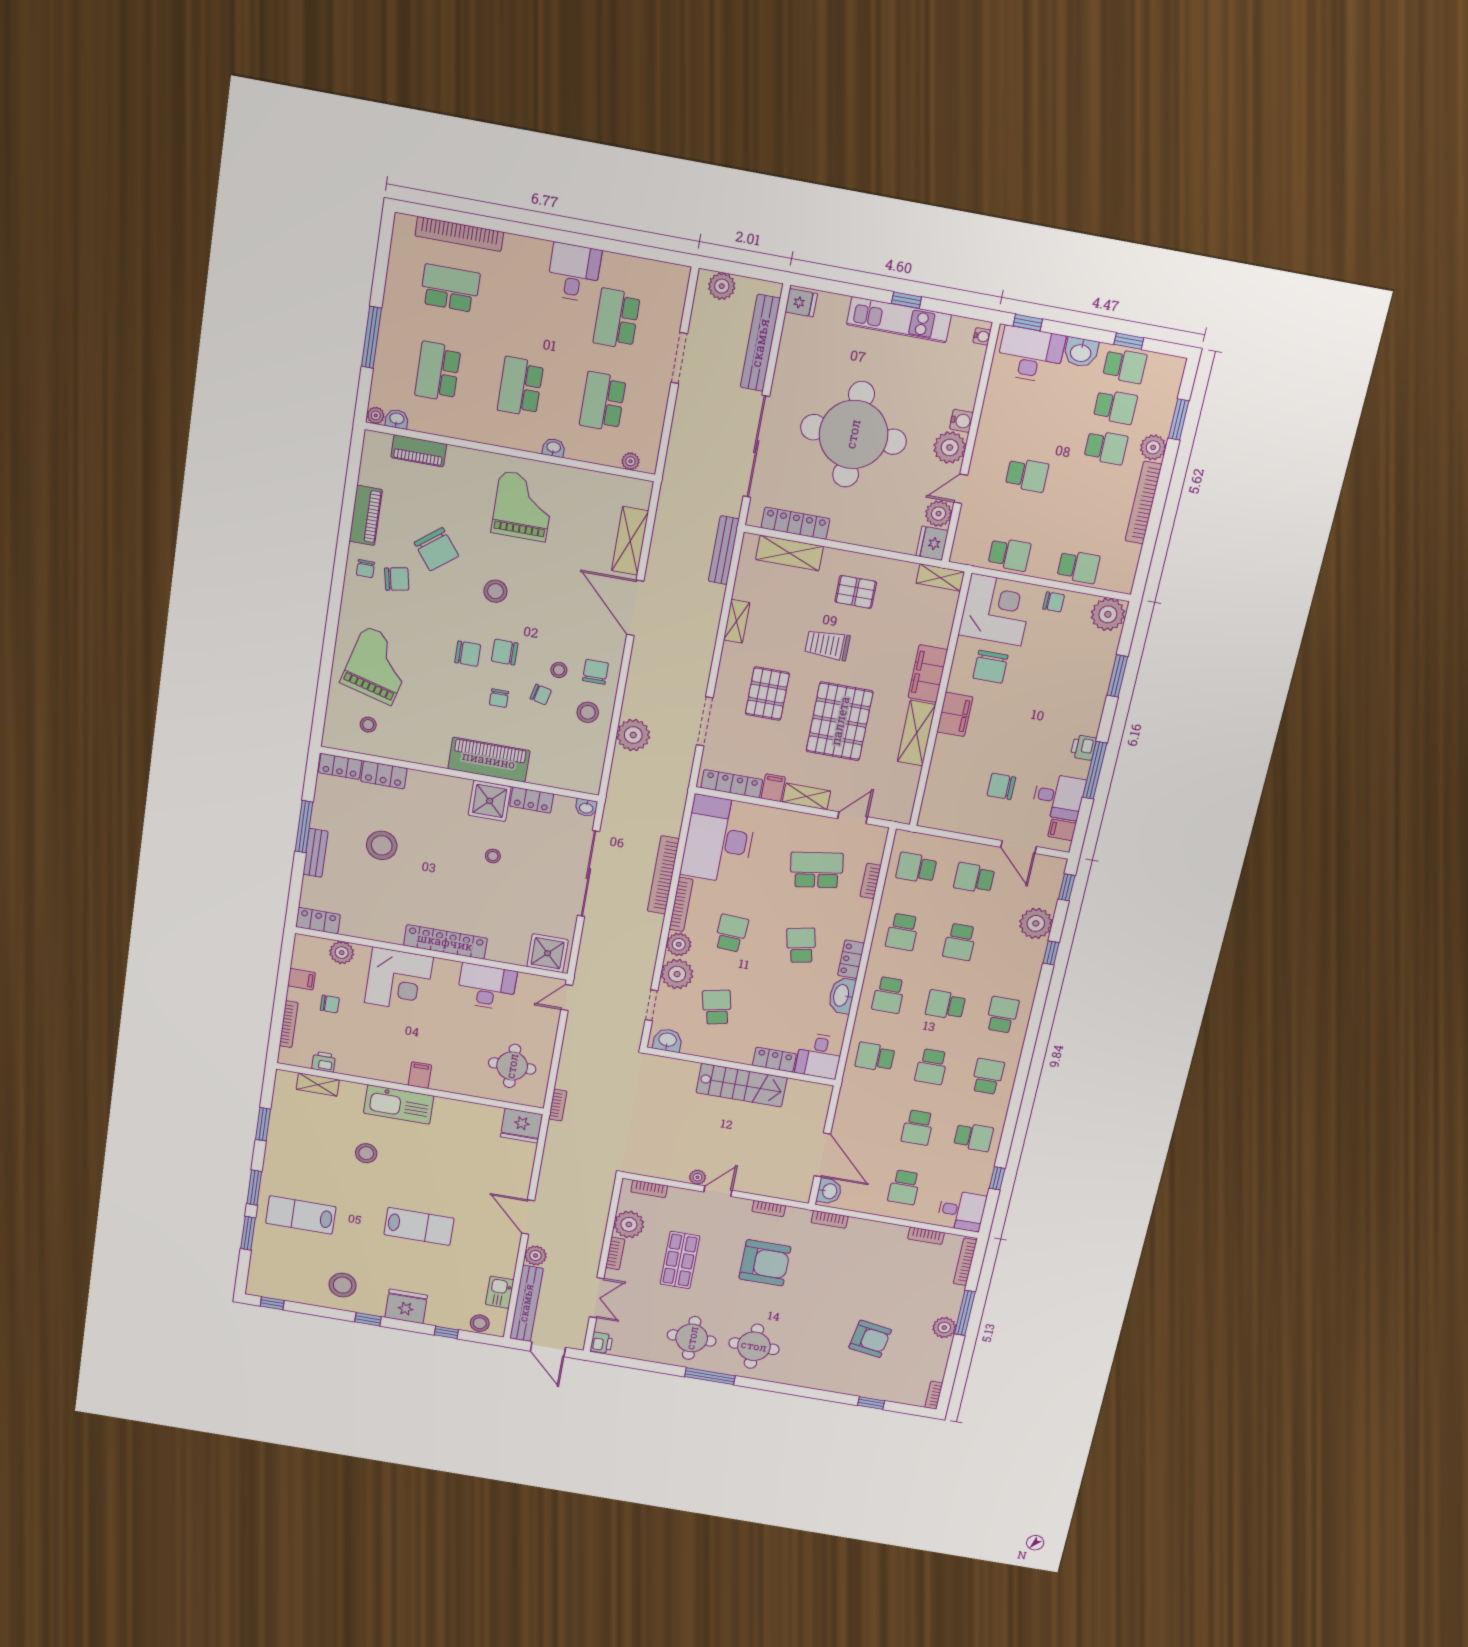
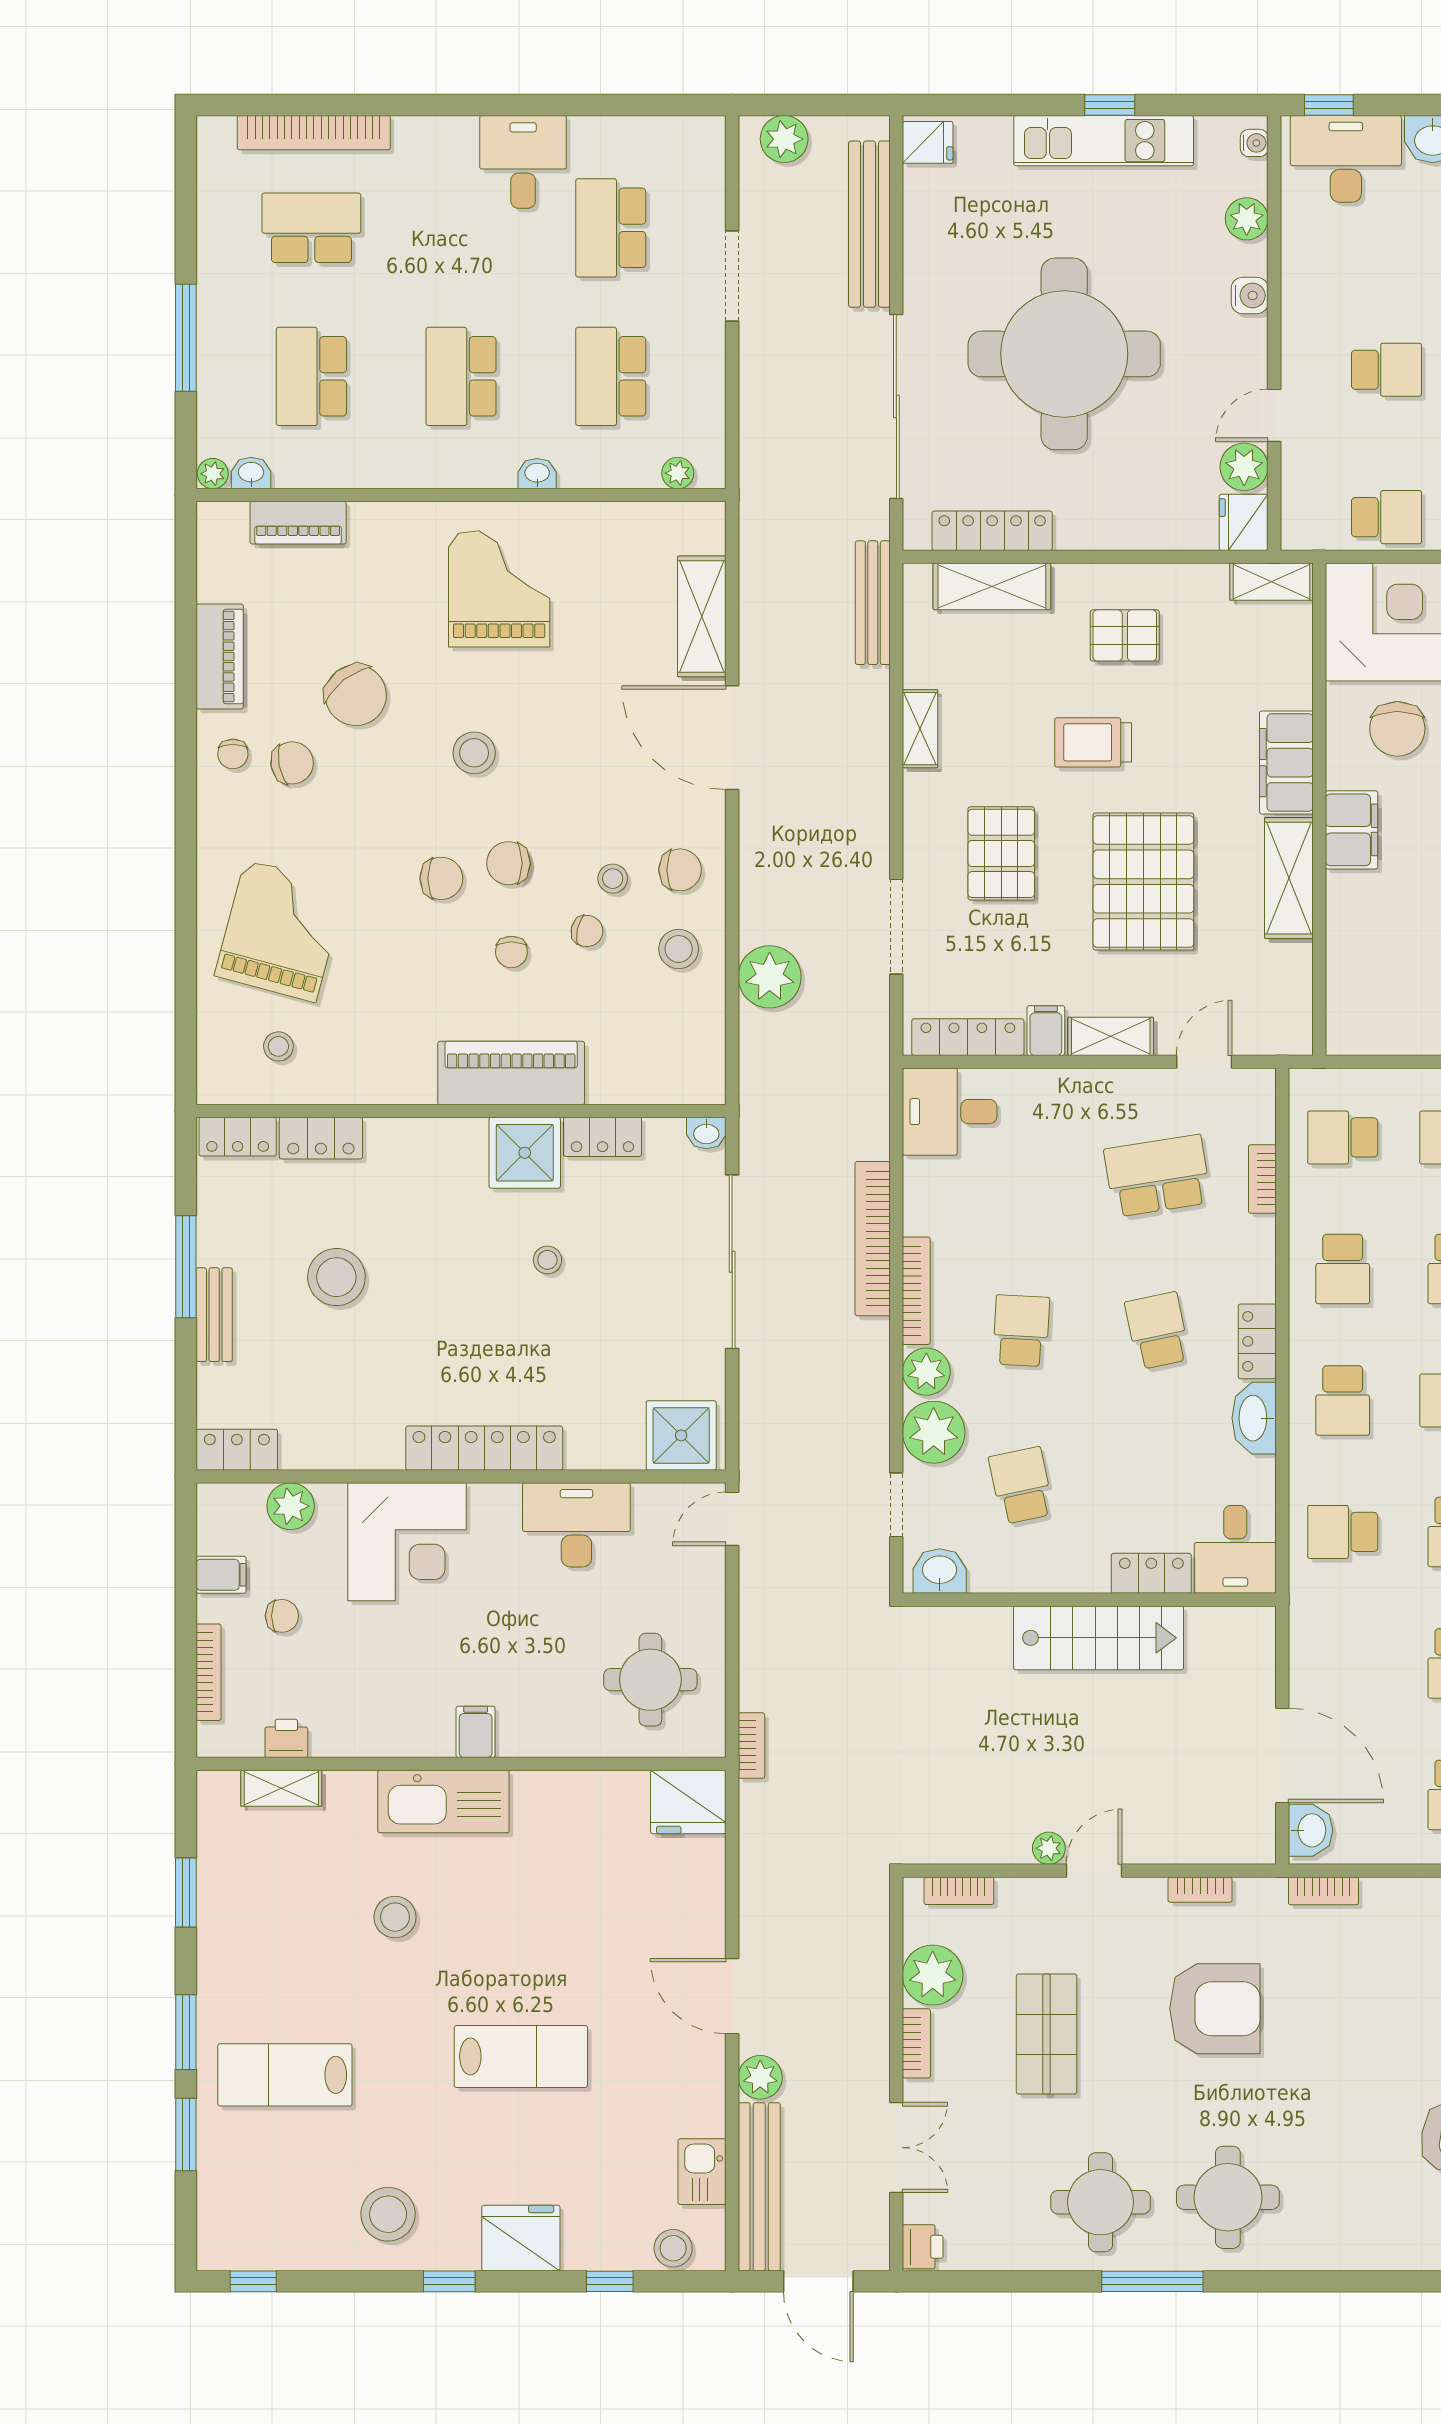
plant: (950, 447) -> (1247, 219), moved, width x0.73, depth x0.73
chair: (595, 672) -> (680, 870), turned 90
desk: (719, 839) -> (950, 1112), width x0.53, depth x0.77

